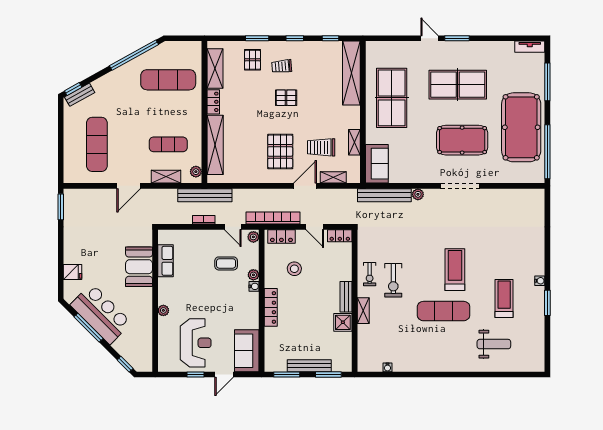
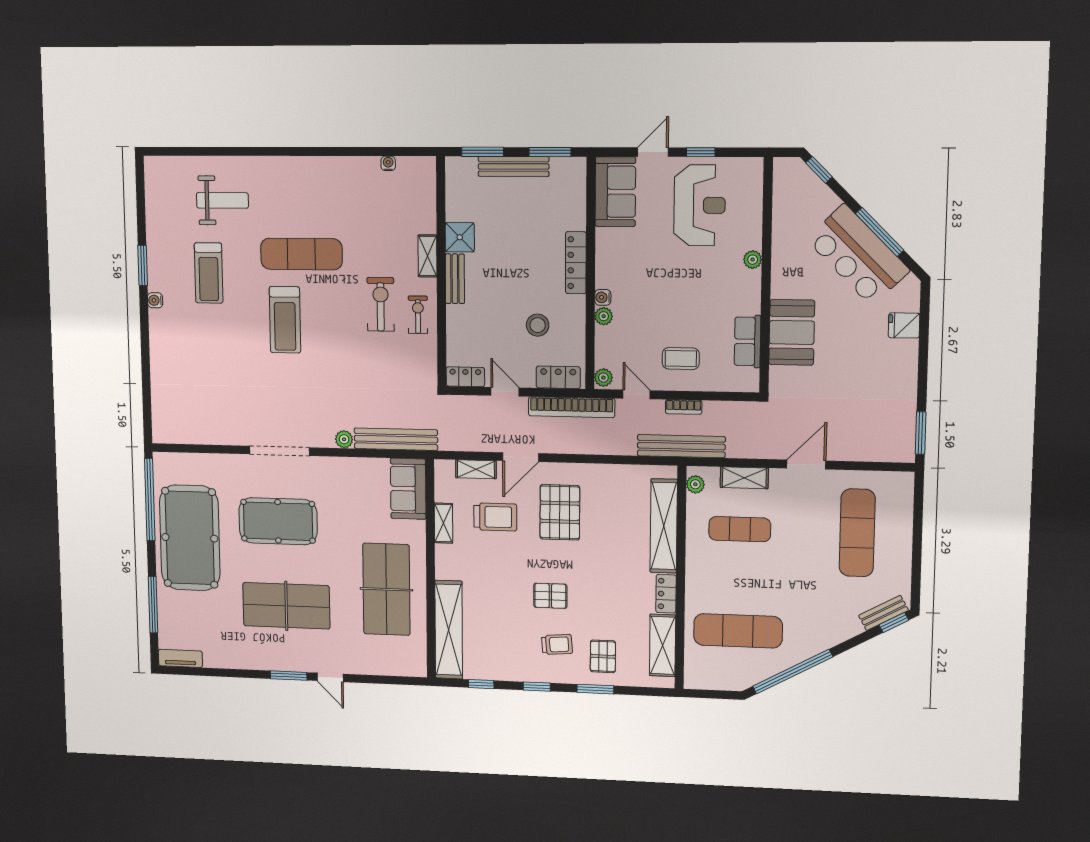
coffee table: (226, 263) -> (681, 359), moved
reception desk: (196, 343) -> (700, 205), turned 180
weight bench: (494, 344) -> (222, 200), turned 180

